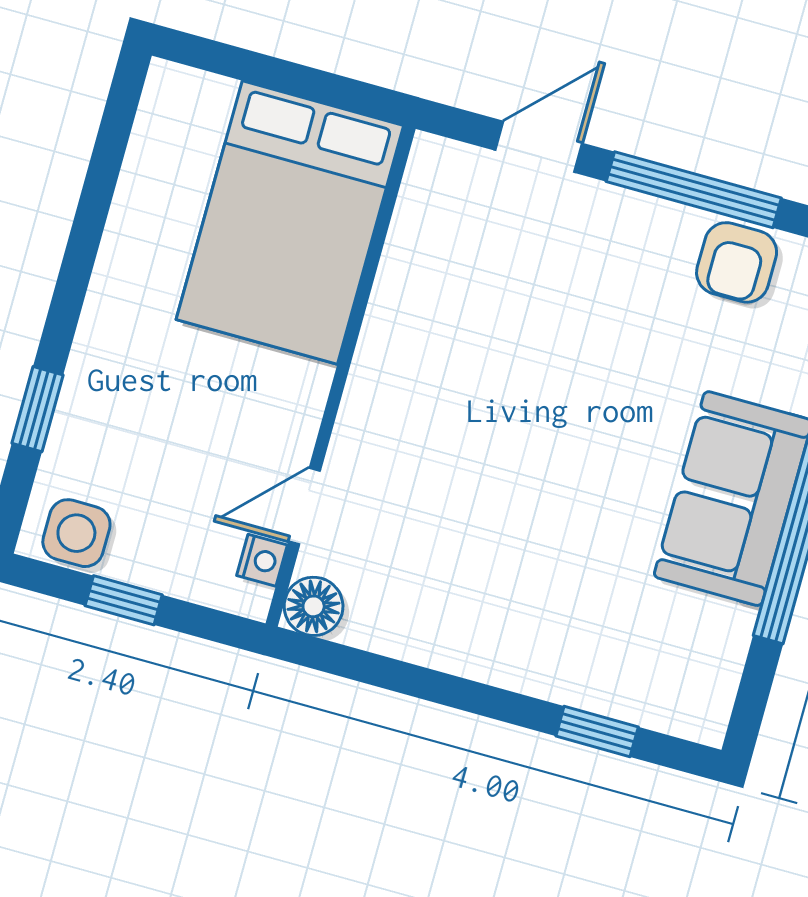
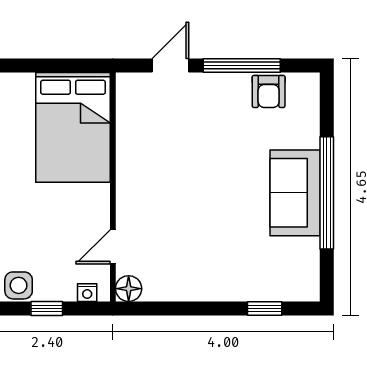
nightstand: (262, 560) -> (87, 293), moved, turned 90

